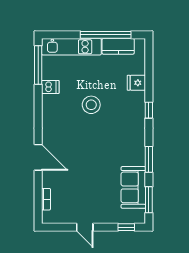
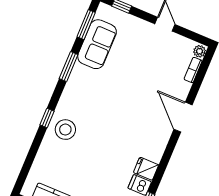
fridge: (136, 83) -> (146, 169), moved, turned 180
stool: (91, 105) -> (65, 130), moved
plant: (47, 217) -> (200, 51), added

